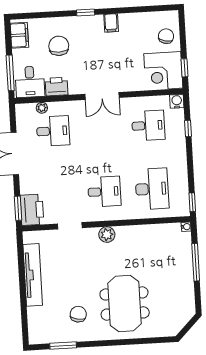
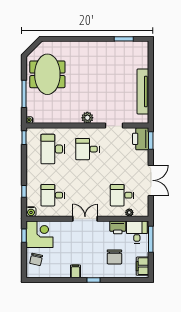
meeting table: (125, 303) -> (47, 74), moved
chair: (78, 314) -> (111, 61), removed

